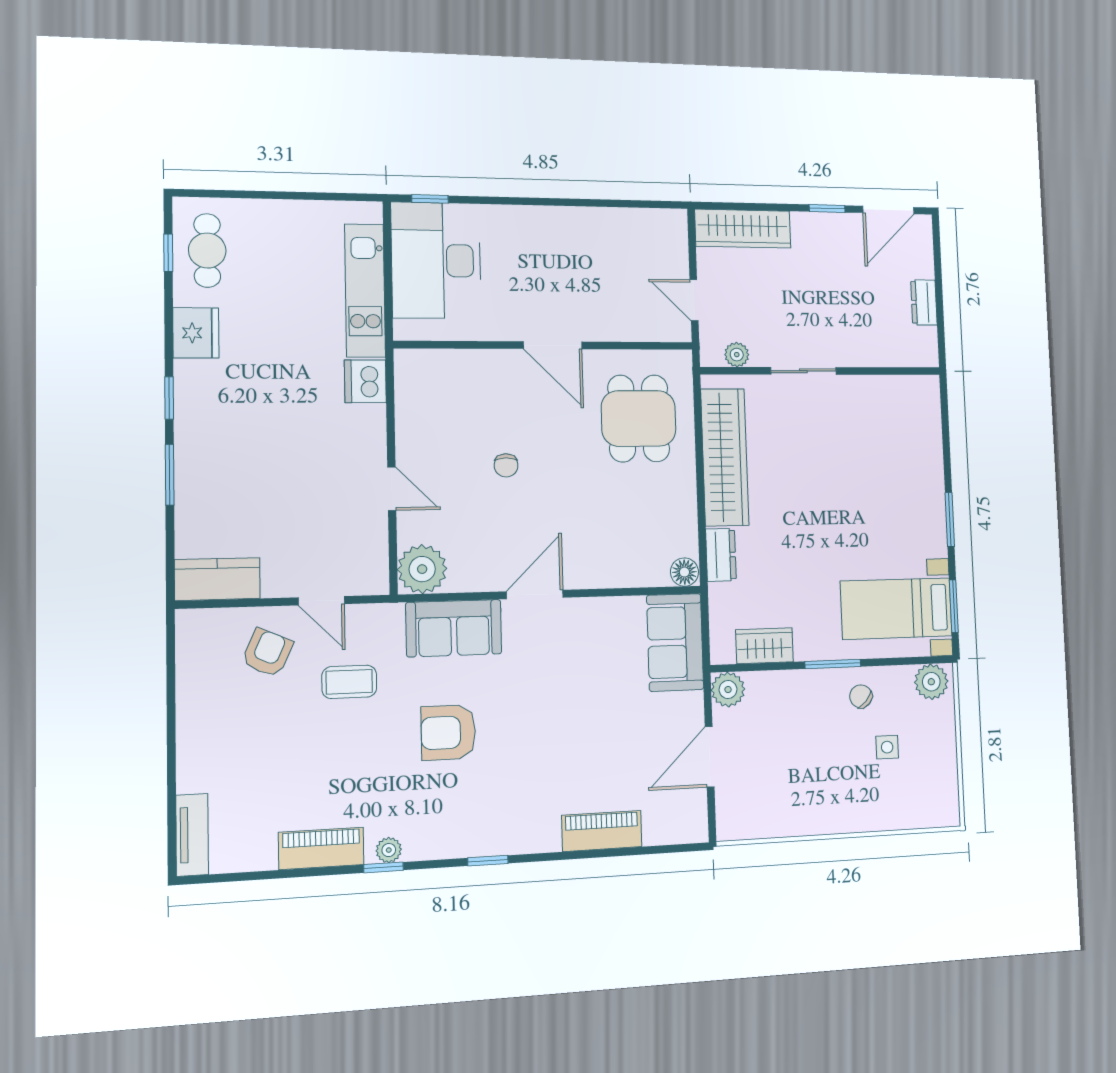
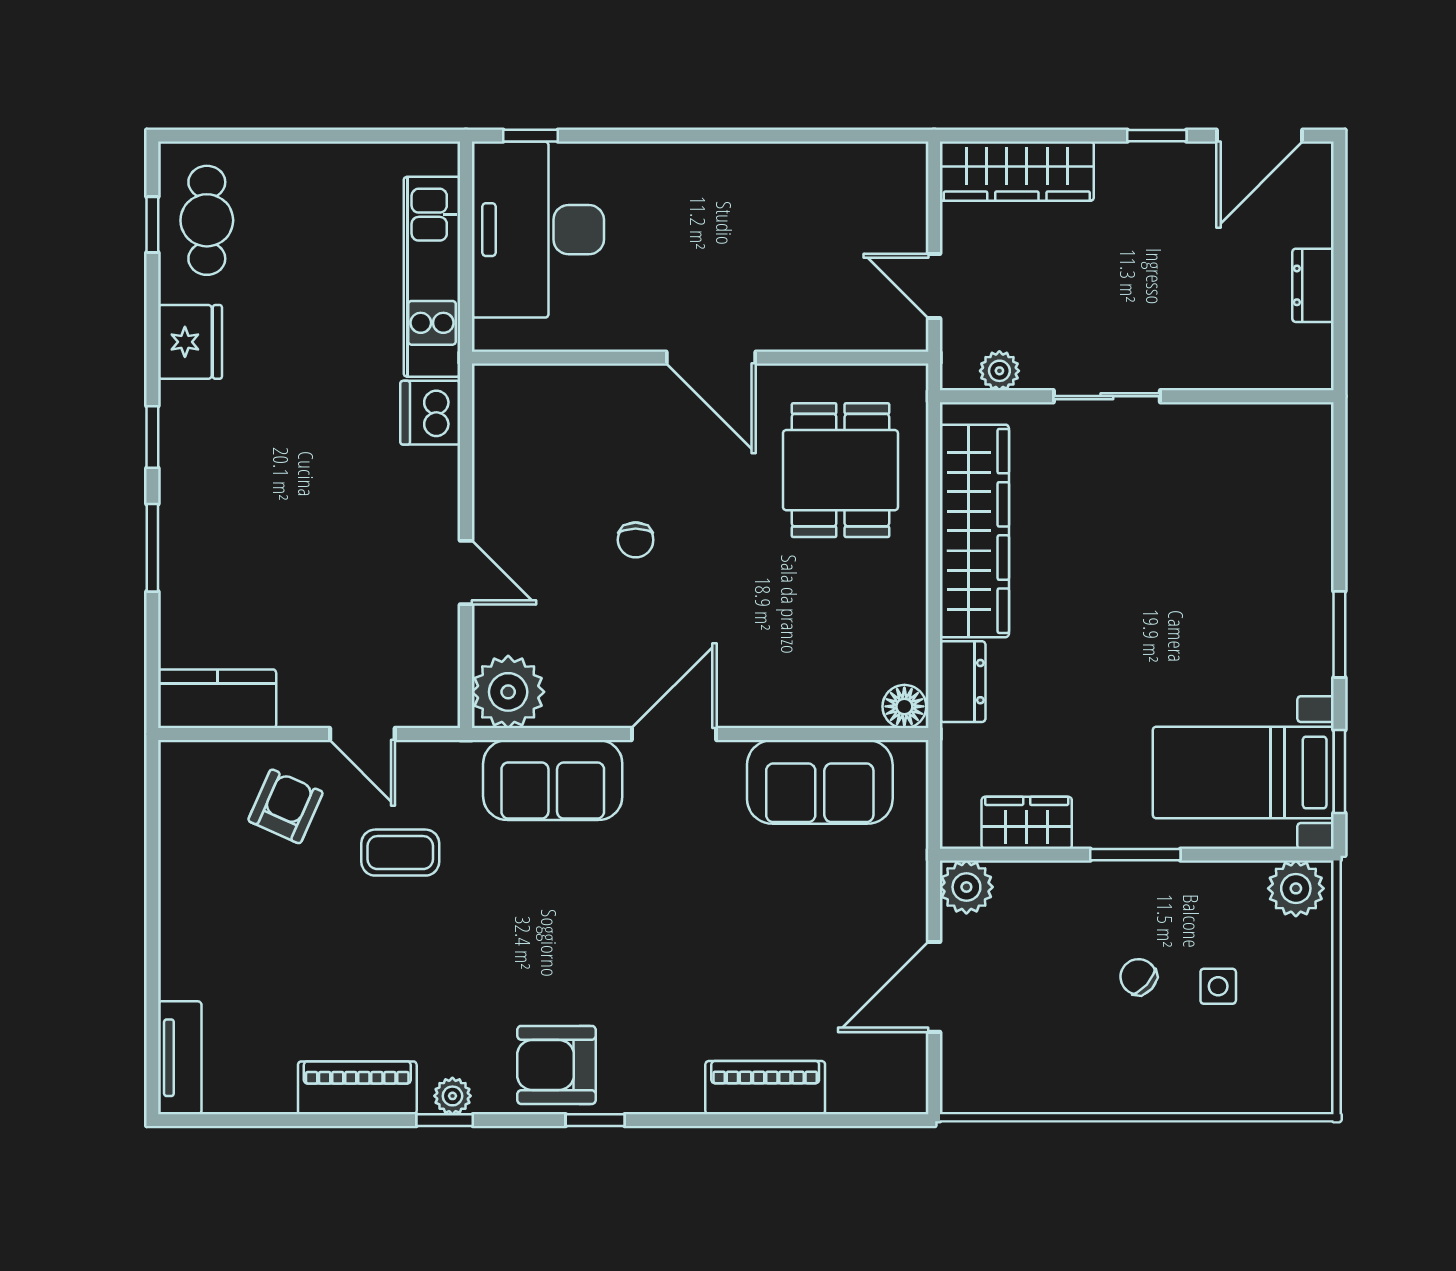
sofa: (675, 642) -> (820, 782), moved, turned -90
chair: (861, 696) -> (1138, 977), moved
armchair: (448, 732) -> (556, 1065), moved

